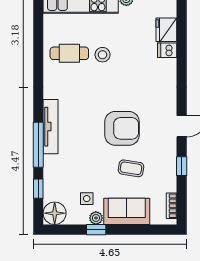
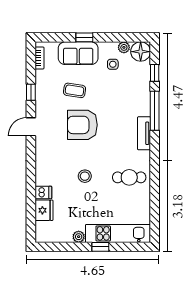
cafe table: (69, 53) -> (129, 177), moved
stool: (103, 55) -> (85, 176), moved
tv unit: (51, 127) -> (144, 133), width x0.71
plant: (96, 218) -> (124, 47), moved
window: (96, 230) -> (84, 37), moved

